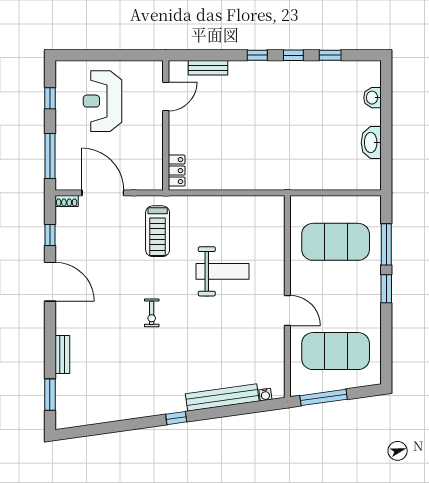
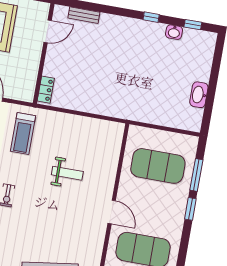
window: (257, 55) -> (123, 12), removed
window: (330, 55) -> (193, 25), moved
washbasin: (372, 98) -> (174, 32), moved, turned -90
weight bench: (223, 271) -> (67, 173), width x0.73, depth x0.75

